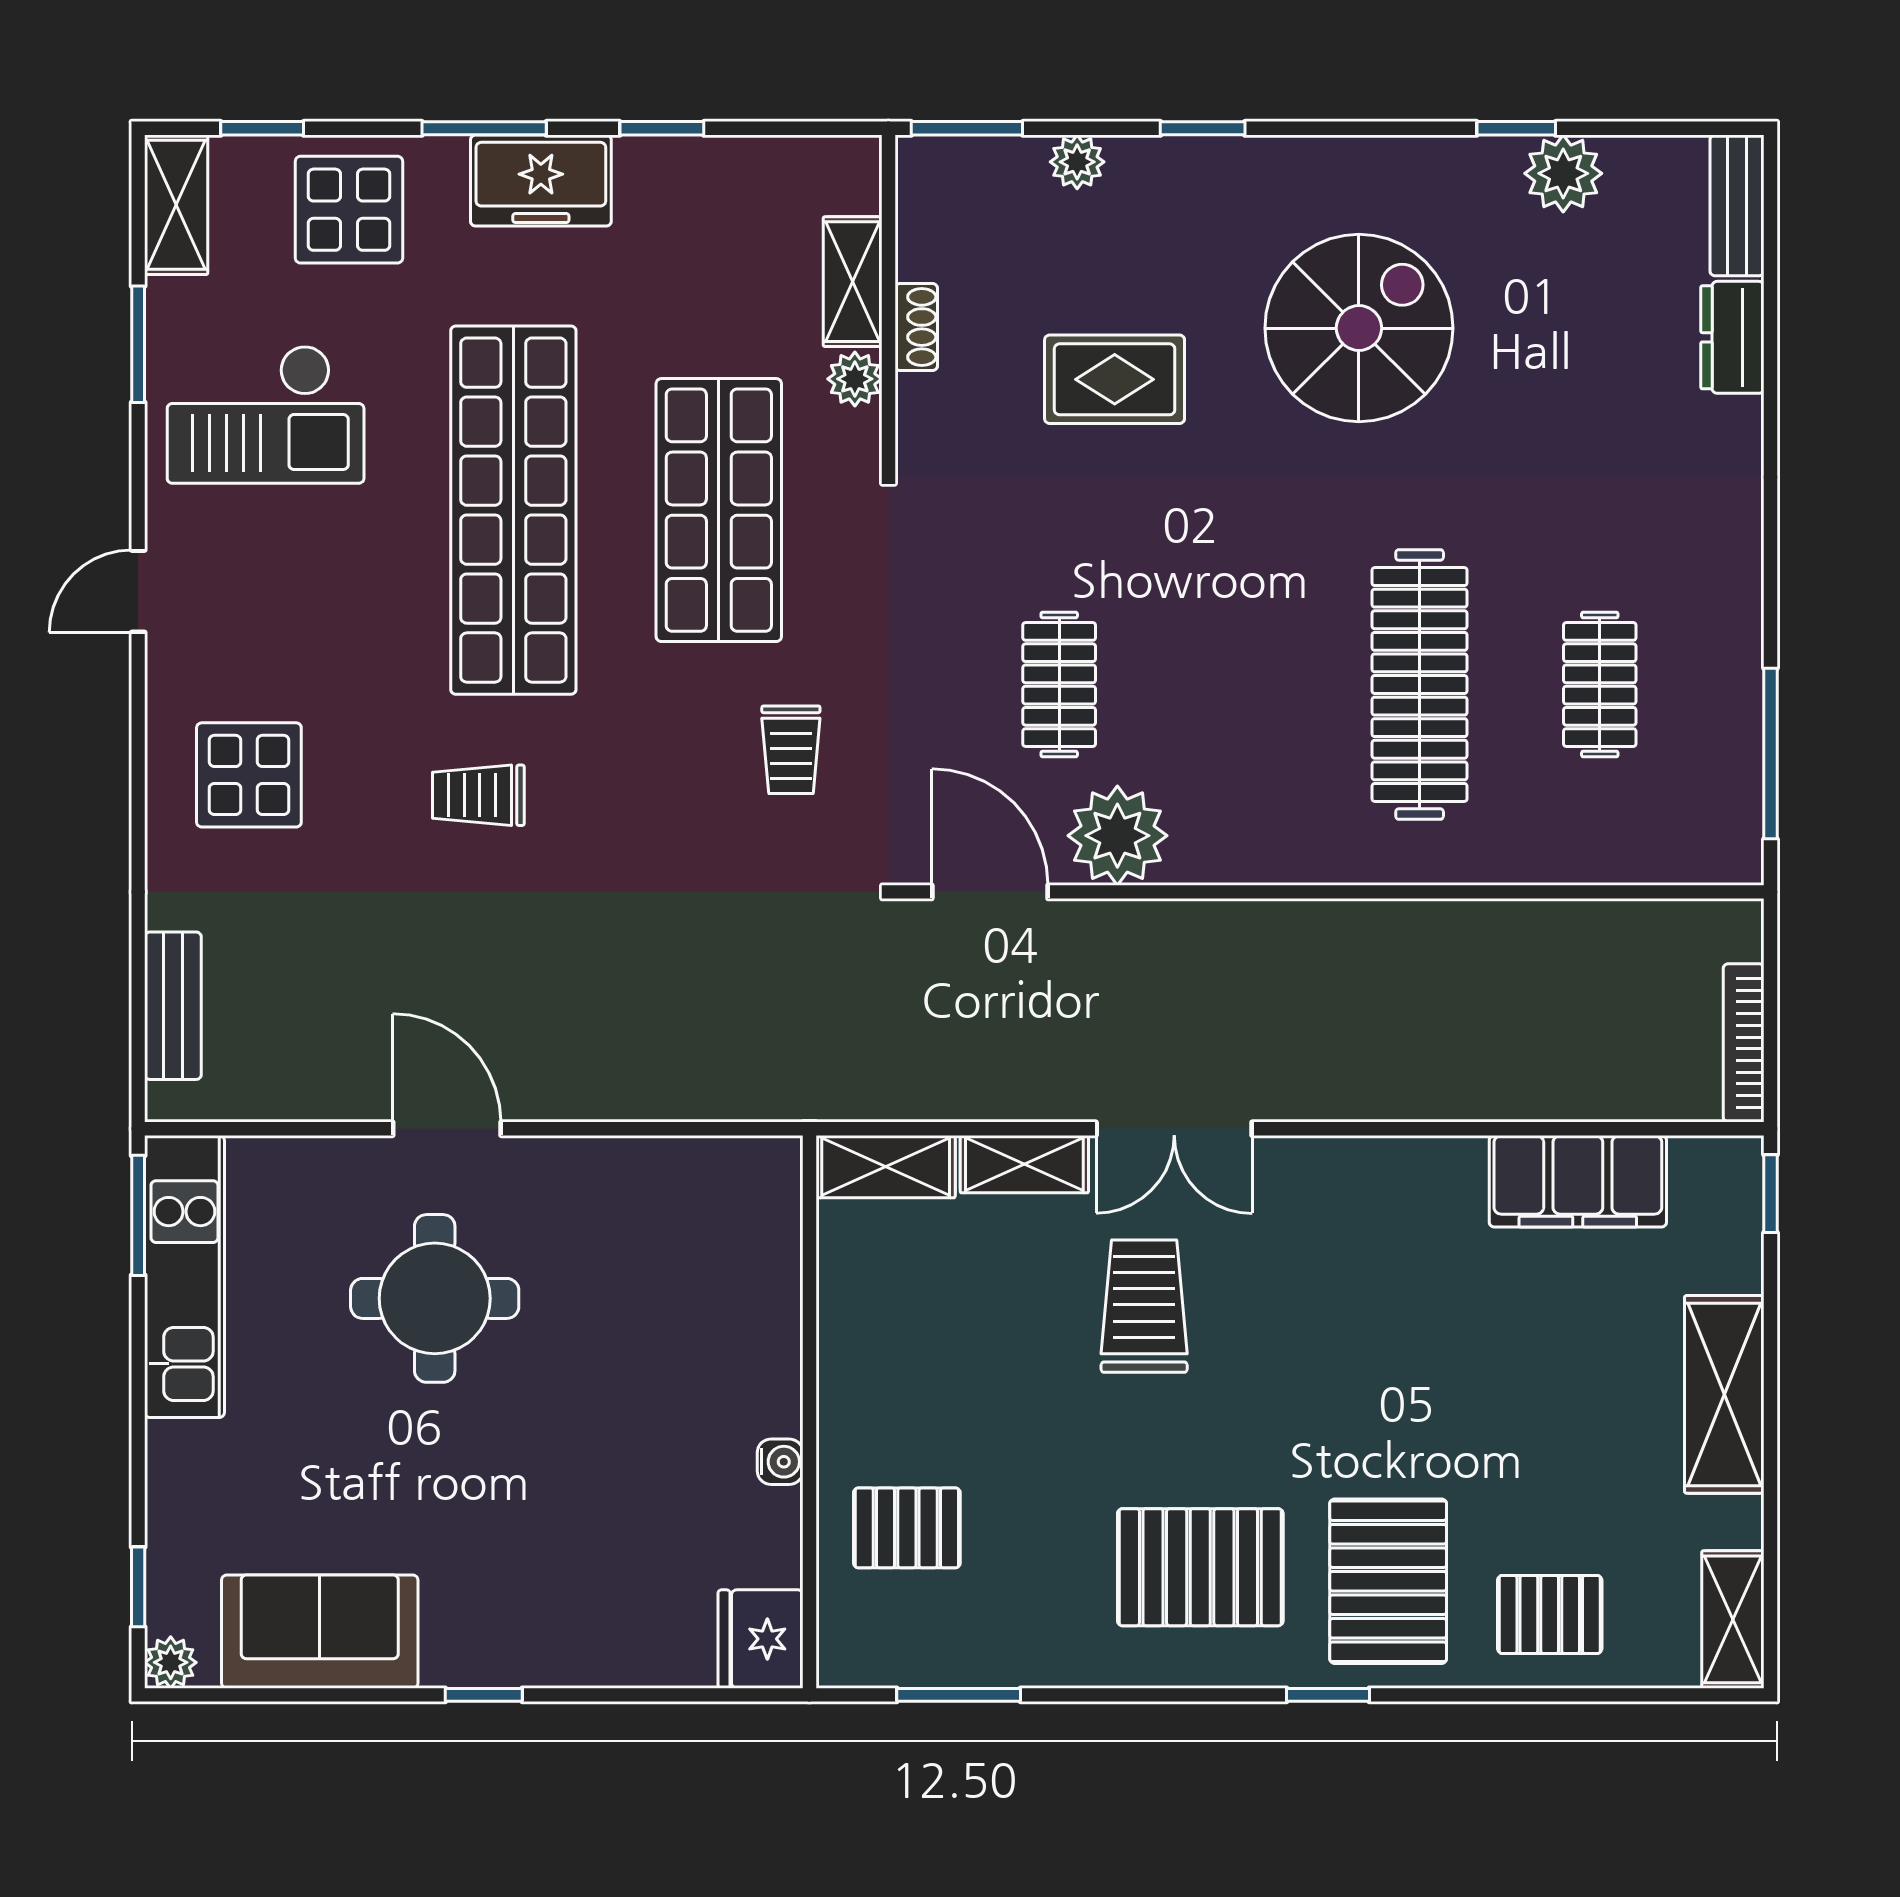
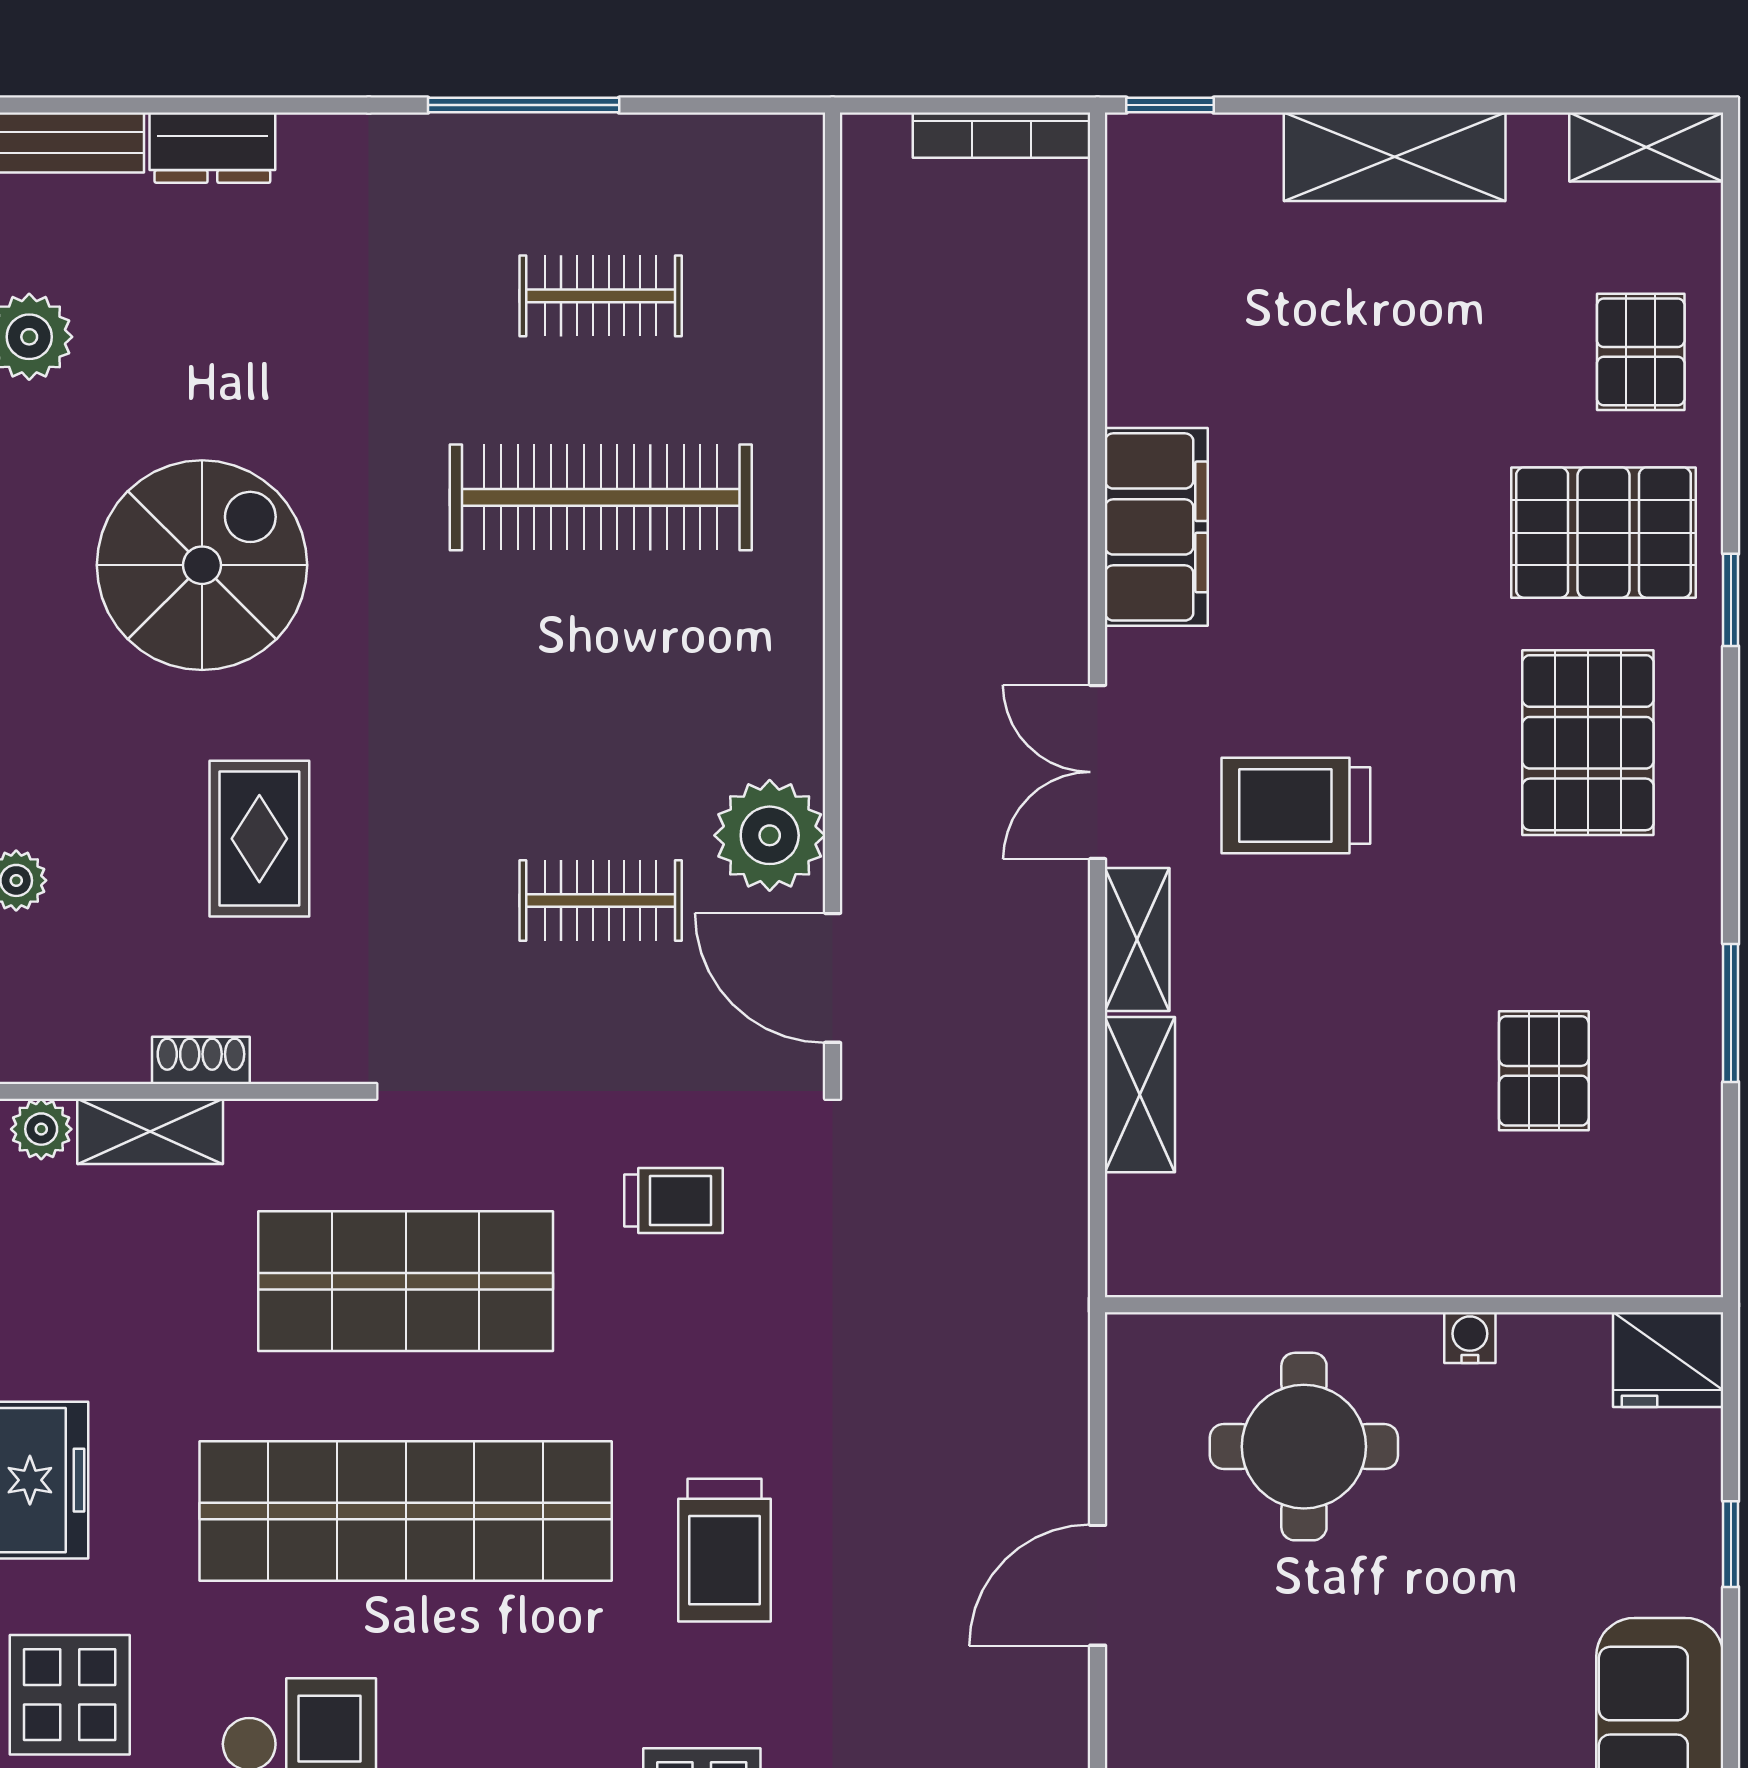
spiral stairs: (1359, 328) -> (202, 565), turned 90
plant: (855, 379) -> (41, 1129), moved
window: (1770, 754) -> (524, 105), moved
trolley: (478, 795) -> (725, 1550), width x1.36, depth x1.39
door: (990, 892) -> (833, 978), hinge flipped
double door: (1174, 1129) -> (1098, 772), swing flipped
filing cabinet: (1578, 1181) -> (1156, 527), moved
round table: (435, 1298) -> (1304, 1447), moved
wall: (809, 1412) -> (1414, 1305), moved
water cooler: (780, 1462) -> (1470, 1338), moved
fridge: (760, 1639) -> (1668, 1360), moved

